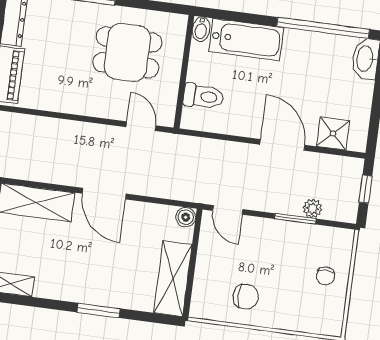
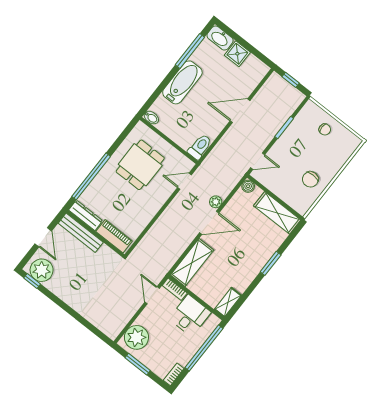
window: (323, 28) -> (190, 51), width x0.68
bathtub: (246, 40) -> (182, 82), moved
toilet: (203, 96) -> (200, 147), moved
shower: (333, 134) -> (237, 54), moved
plant: (313, 209) -> (216, 202), moved
chair: (246, 297) -> (310, 179), turned 180

